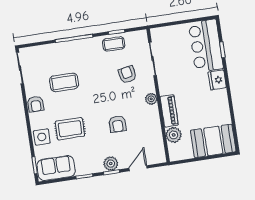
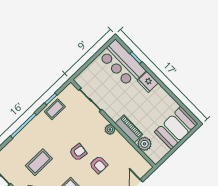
armchair: (127, 75) -> (78, 152), moved, turned 107

